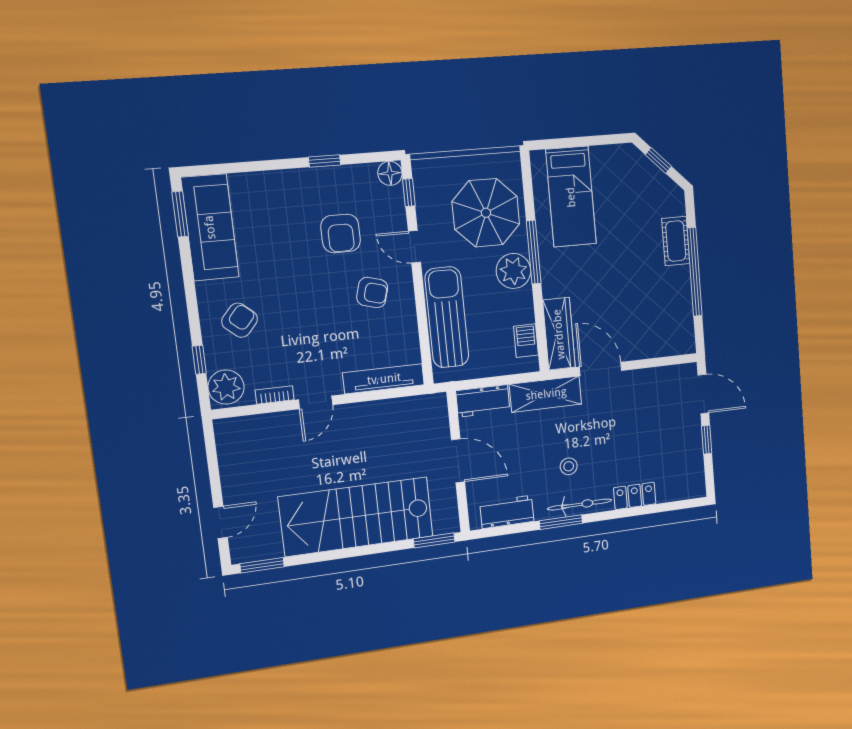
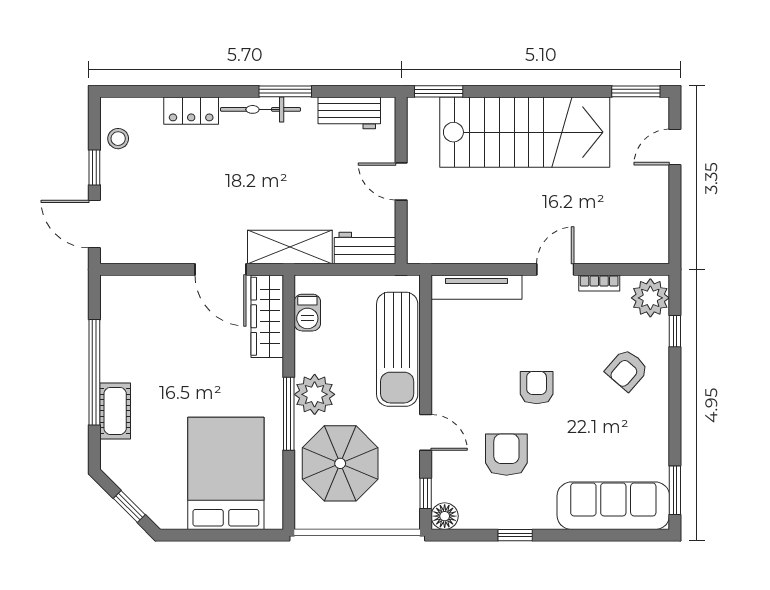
bed: (571, 197) -> (226, 473), width x1.50
sofa: (210, 227) -> (613, 506), moved, turned 90
armchair: (372, 293) -> (537, 388), moved, turned 74
door: (458, 461) -> (401, 181), width x0.73
stool: (569, 466) -> (118, 139), moved

